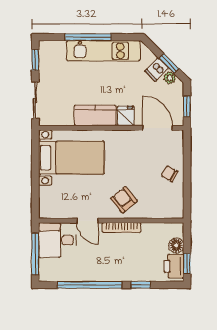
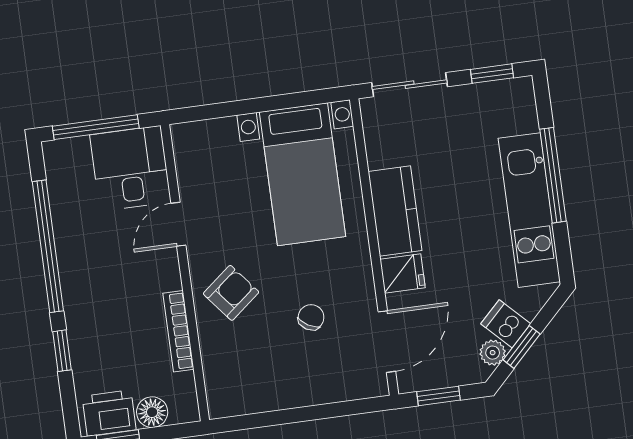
chair: (170, 174) -> (311, 317), moved
bookcase: (121, 228) -> (178, 331), moved

